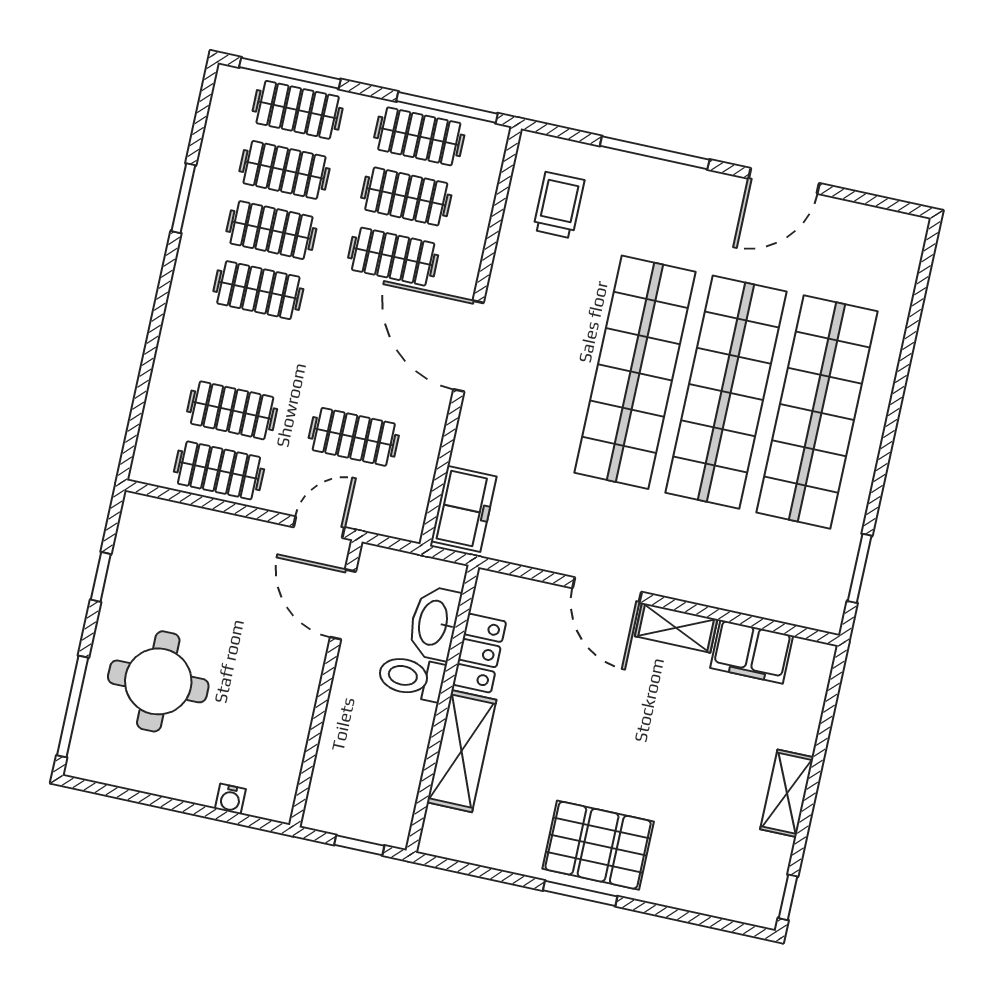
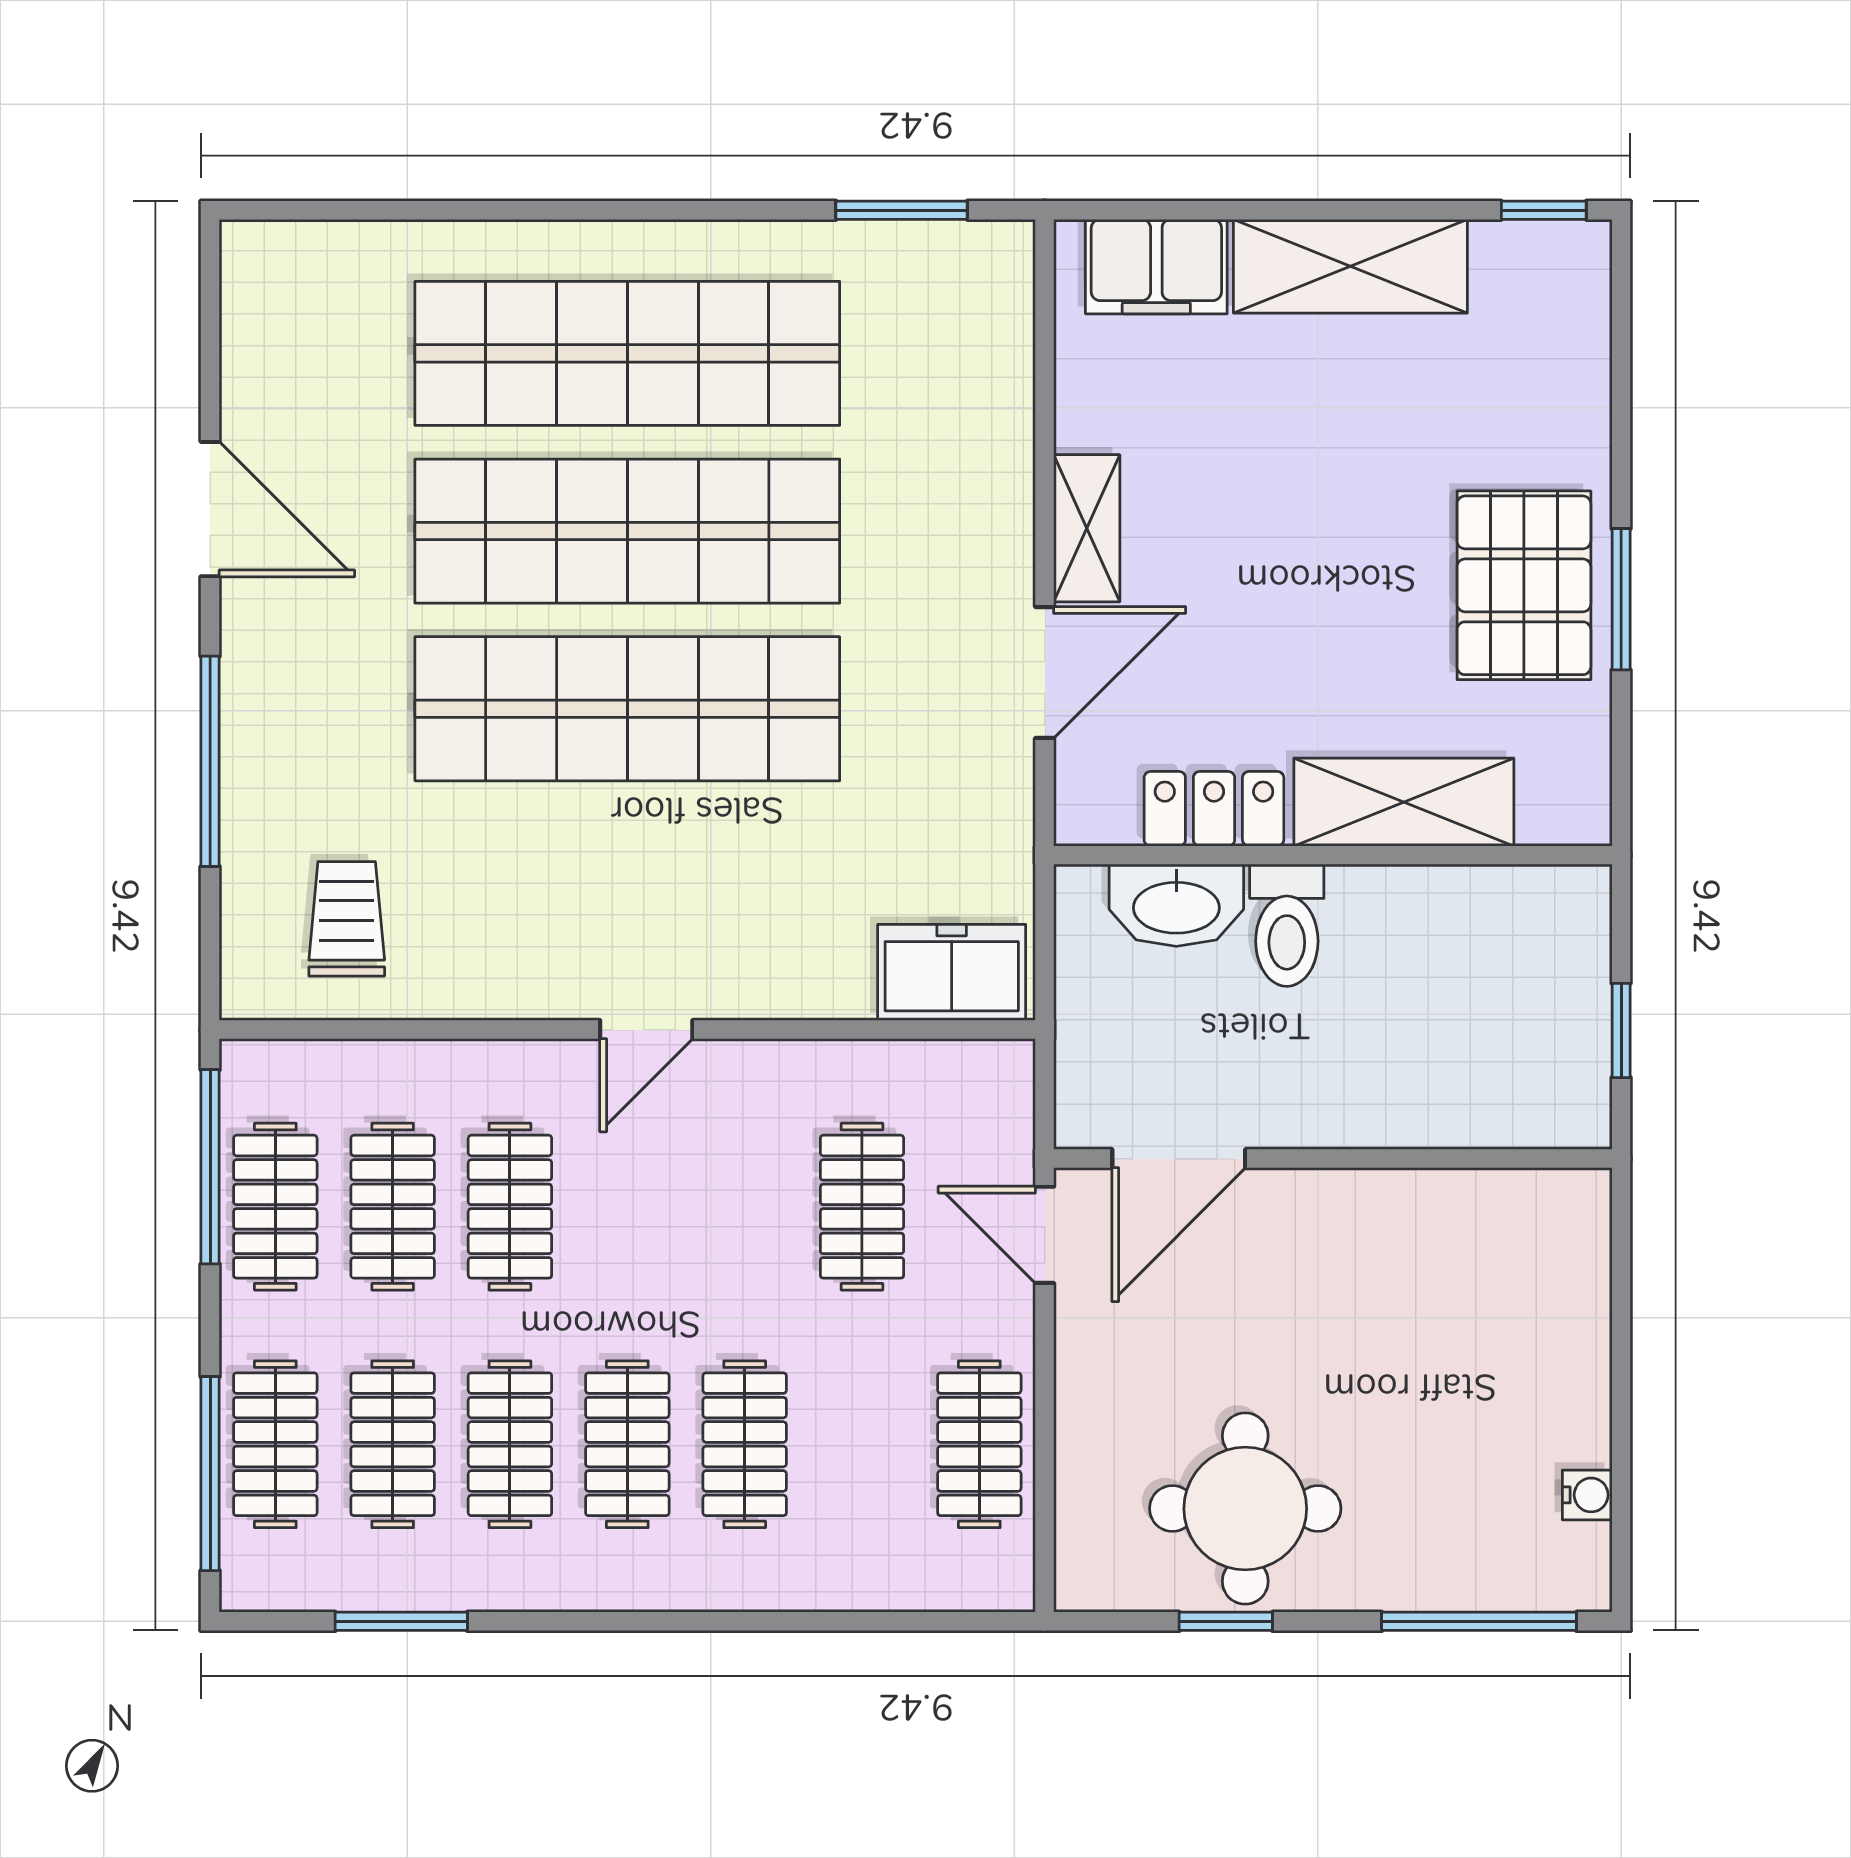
window: (183, 198) -> (401, 1621), moved
trolley: (559, 205) -> (347, 919), turned 90
door: (469, 346) -> (646, 1030), width x0.53
clothes rail: (232, 410) -> (745, 1444), moved
washbasin: (434, 623) -> (1176, 905), moved
filing cabinet: (752, 652) -> (1156, 267), moved, turned 90
locker: (479, 653) -> (1214, 809), moved
toilet: (412, 677) -> (1287, 925), moved
round table: (158, 681) -> (1245, 1509), moved
wall: (442, 709) -> (1333, 855), moved
shelving: (462, 751) -> (1404, 802), moved
shelving: (787, 793) -> (1350, 266), width x1.50, depth x1.33
water cooler: (230, 799) -> (1587, 1495), moved

